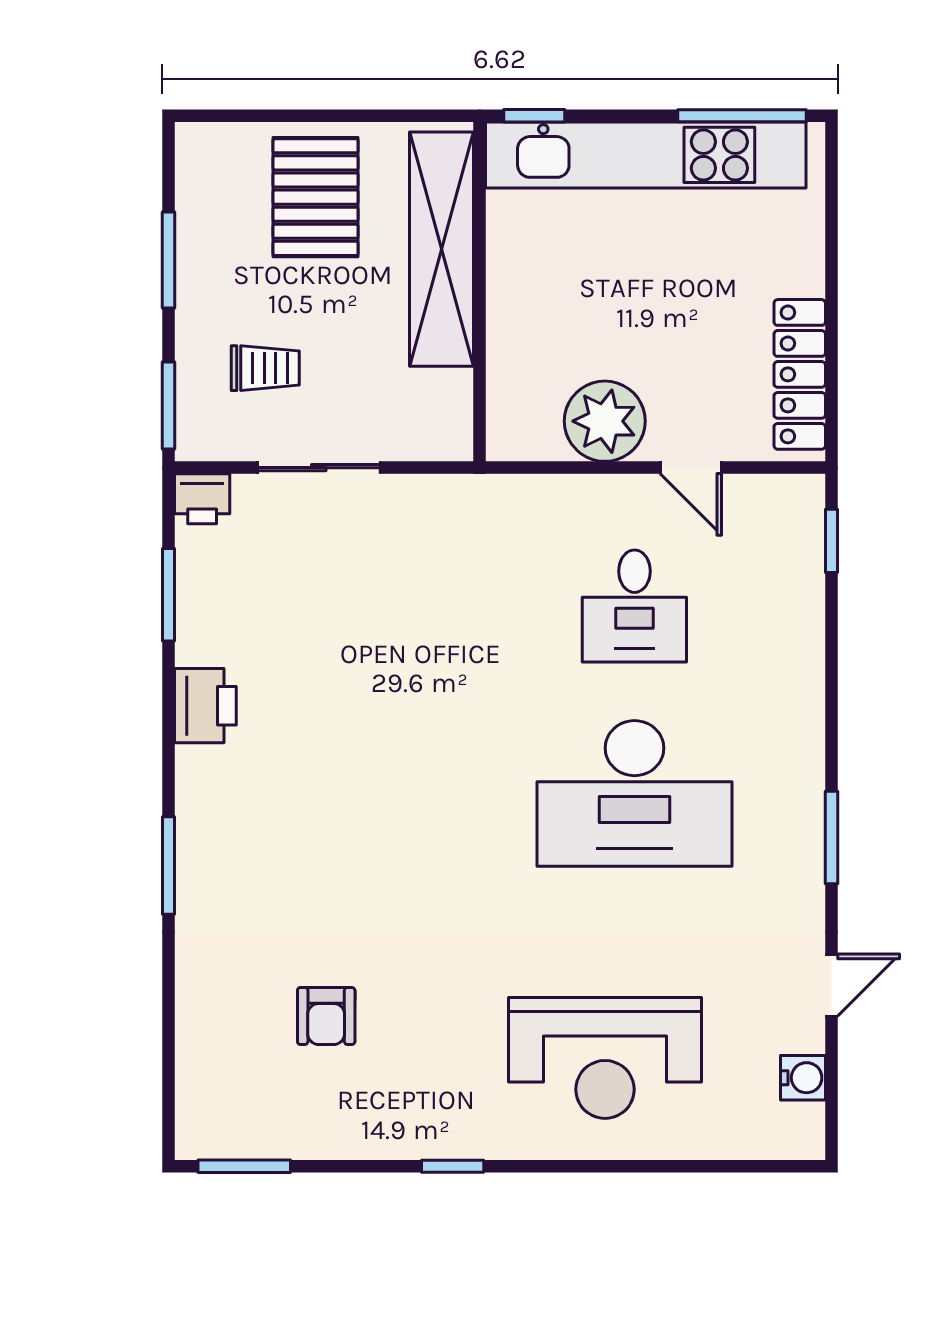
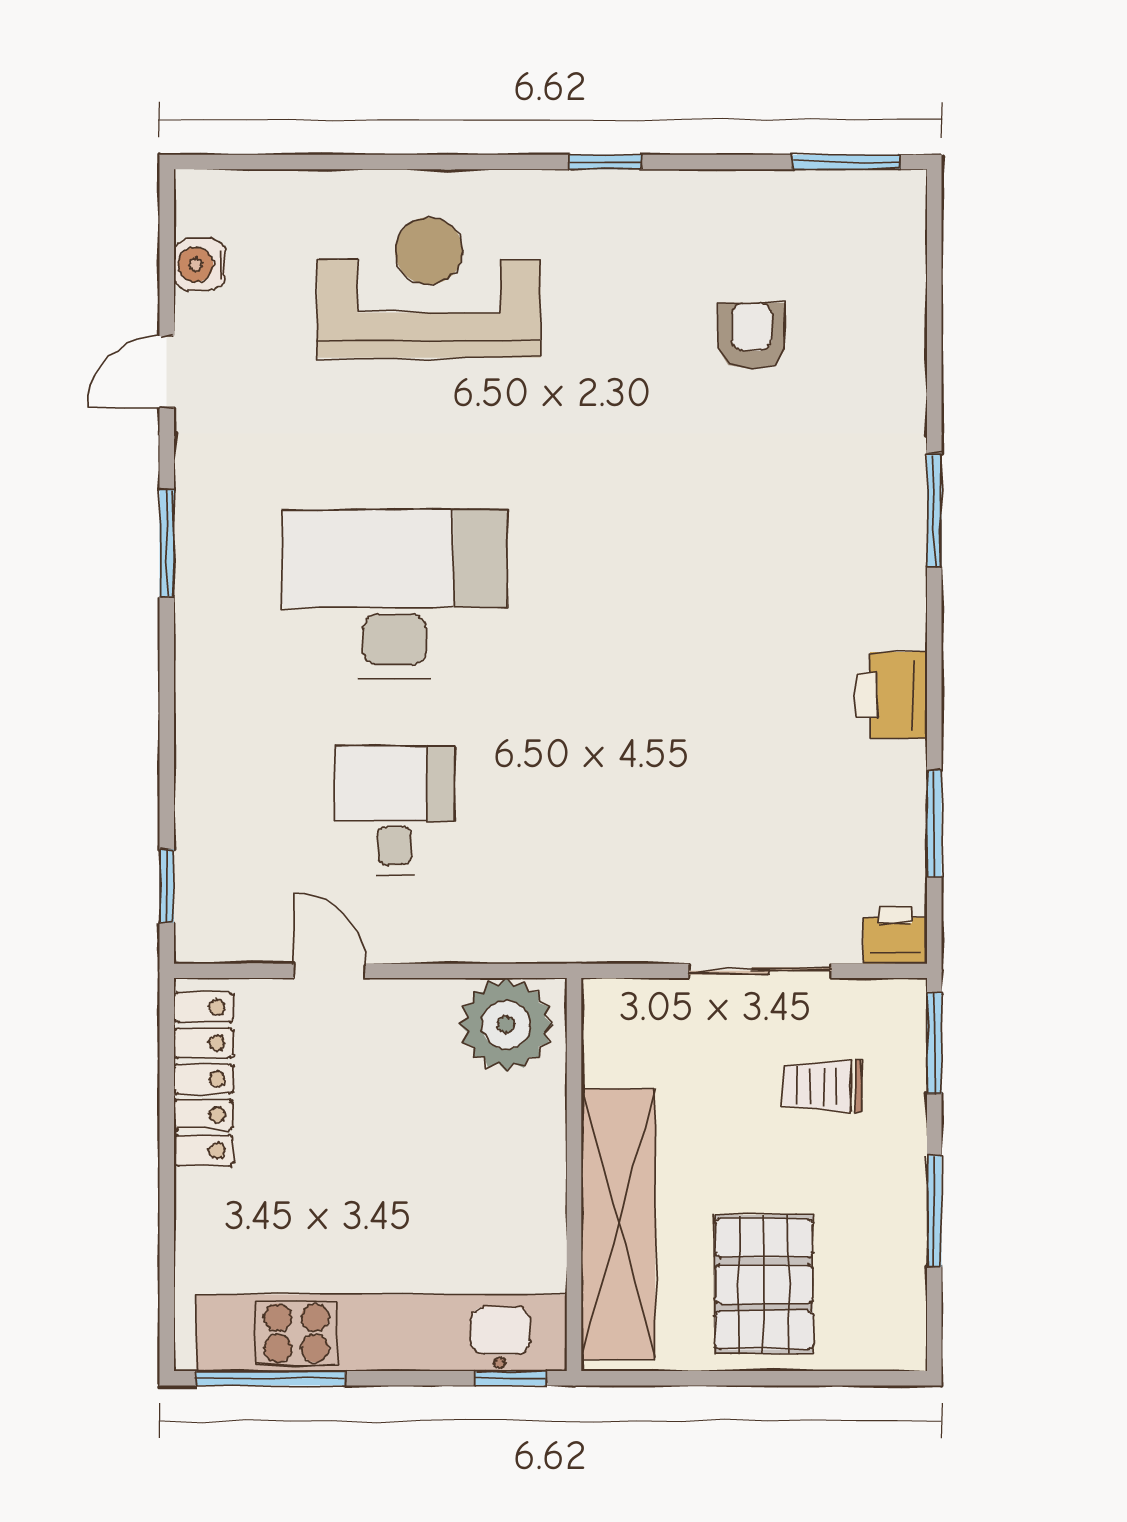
plant: (605, 421) -> (506, 1025), moved

